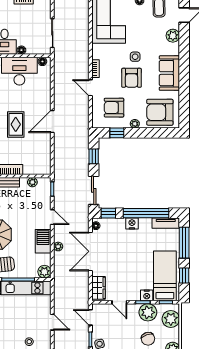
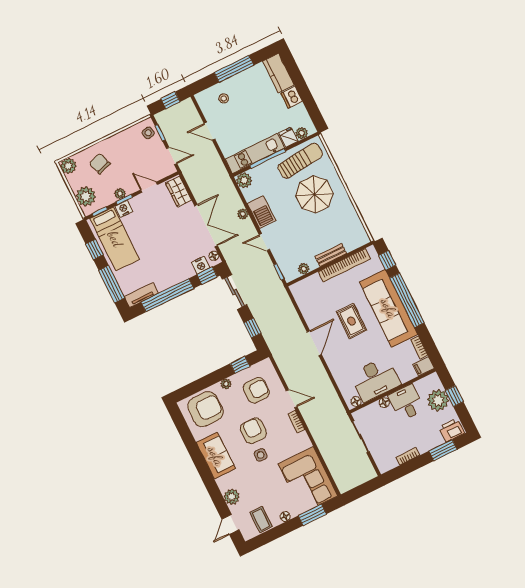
nightstand: (132, 224) -> (201, 265), moved
plant: (148, 312) -> (120, 194), width x0.53, depth x0.53

